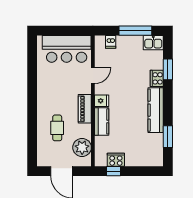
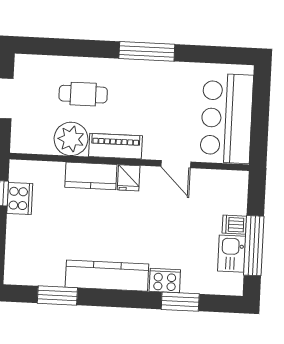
dishwasher: (111, 42) -> (234, 225), moved
kitchen sink: (153, 43) -> (232, 254), moved
window: (32, 94) -> (147, 51), added
plant: (82, 147) -> (71, 139), moved

